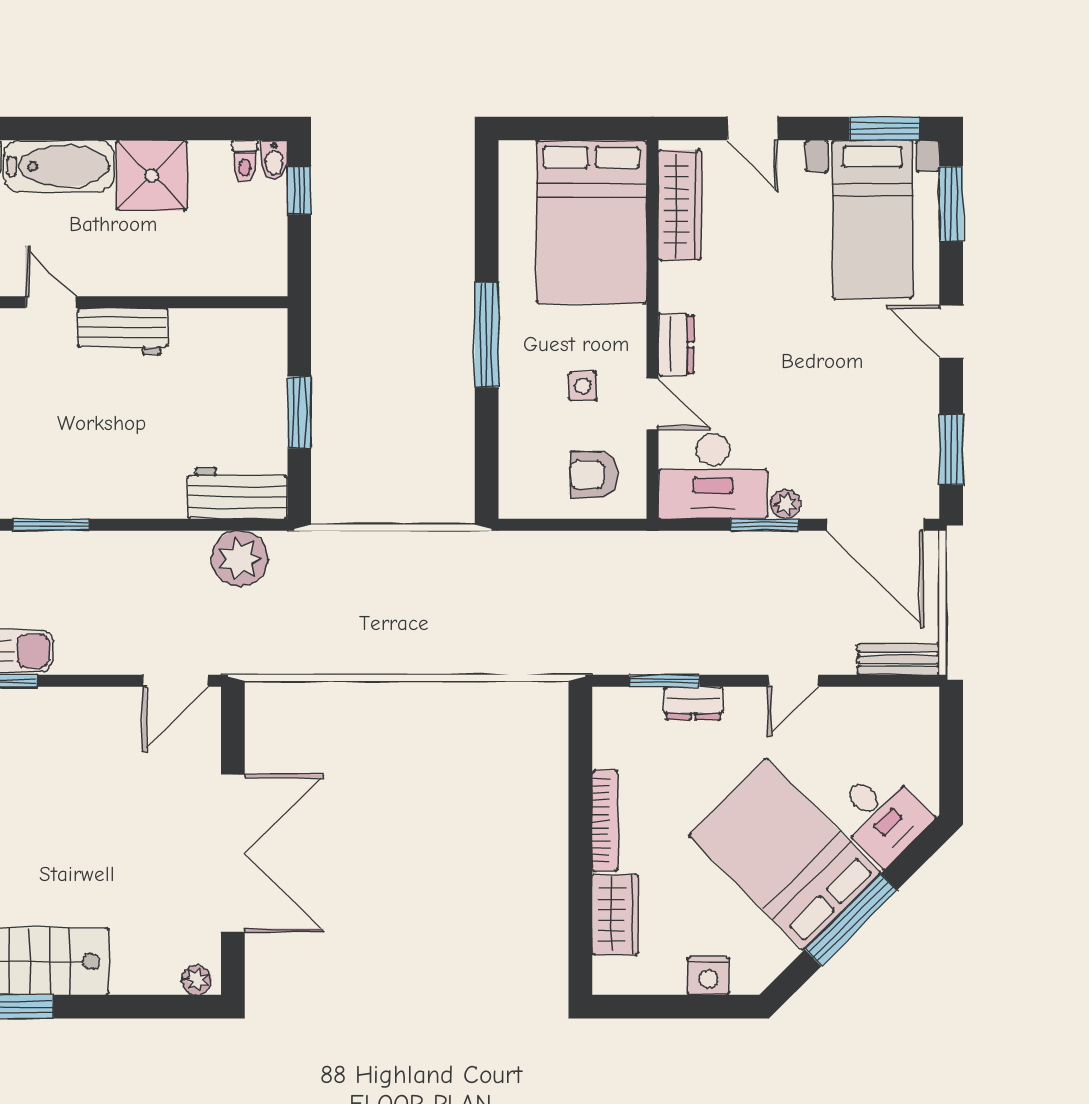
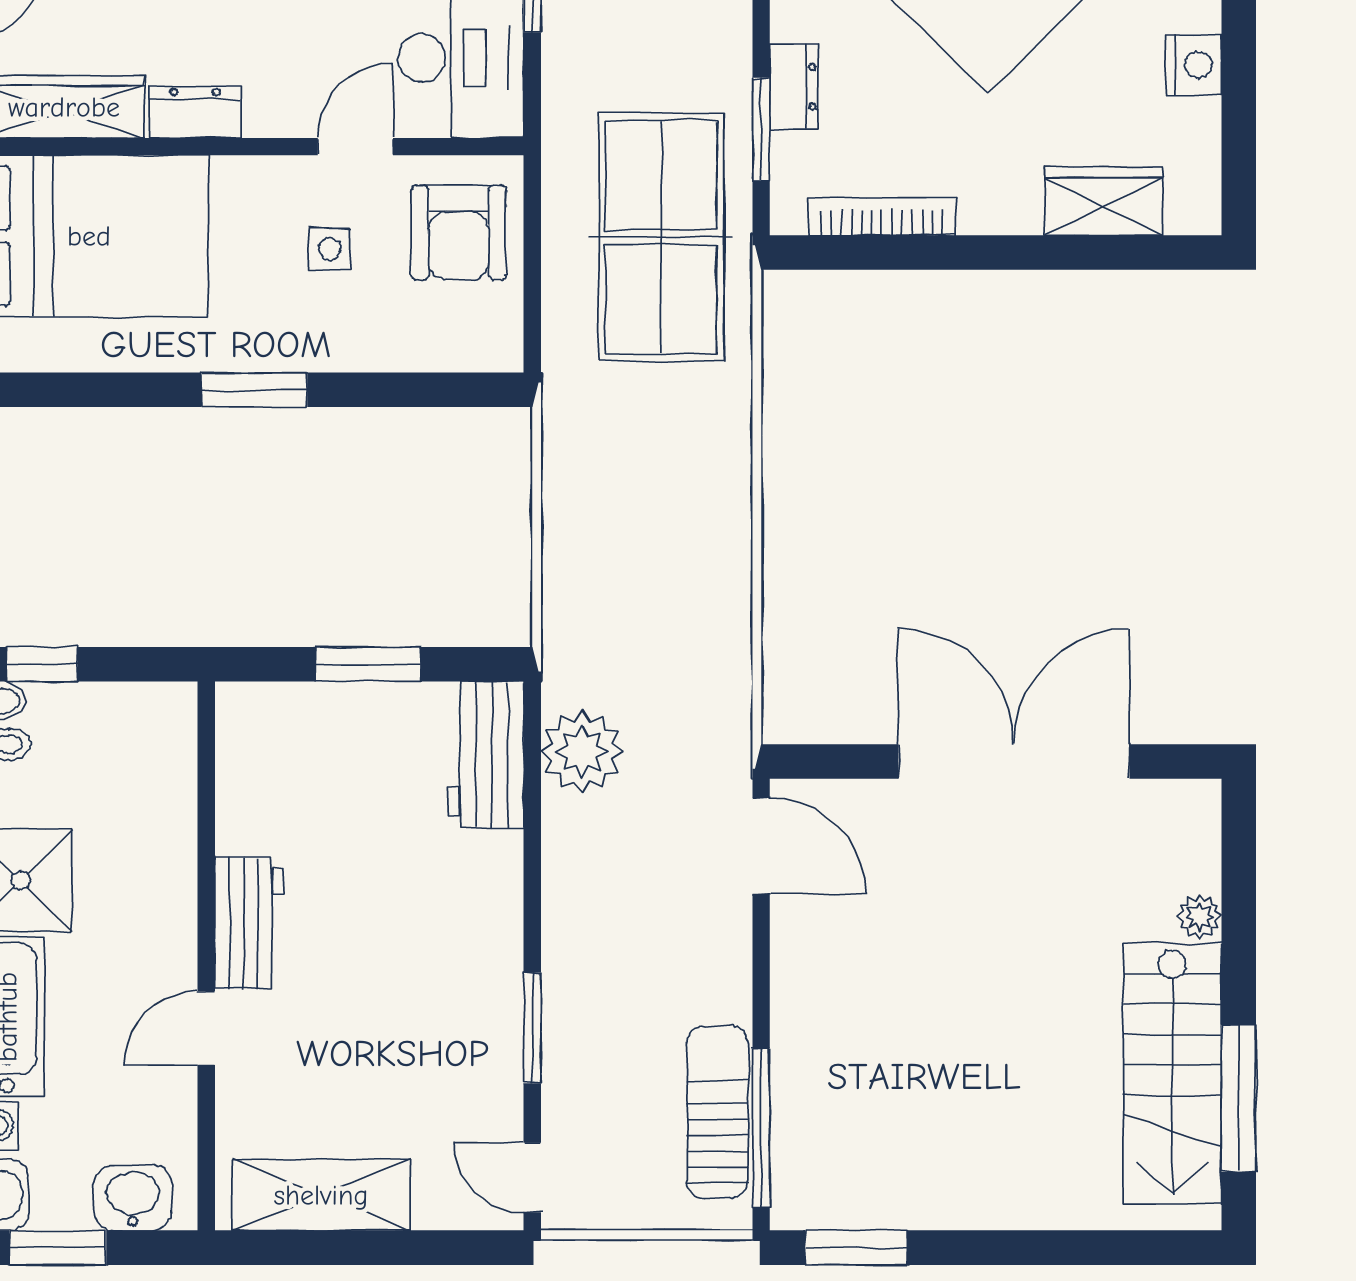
window: (487, 335) -> (254, 390), width x0.69
dresser: (676, 344) -> (195, 112), moved
armchair: (594, 474) -> (459, 233), width x1.38, depth x1.38
table tennis table: (591, 613) -> (661, 237), added
bookcase: (605, 821) -> (882, 216), moved
plant: (197, 980) -> (1200, 917), moved

